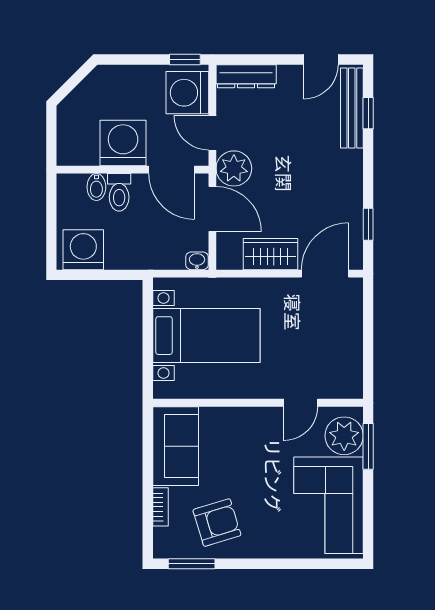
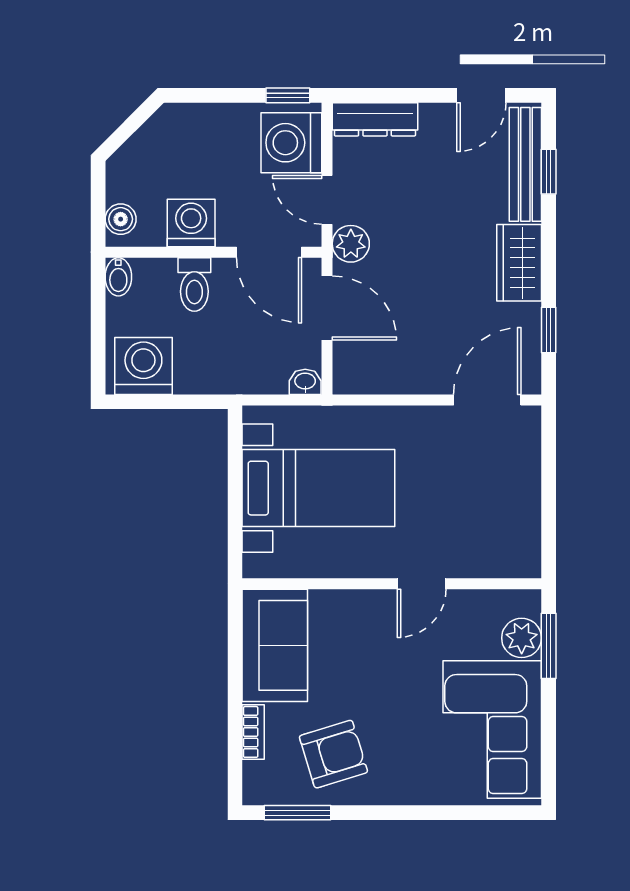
washing machine: (123, 143) -> (191, 223), width x0.73, depth x0.73
boiler: (67, 146) -> (121, 219), added
plant: (234, 168) -> (351, 244), width x0.73, depth x0.73
bidet: (96, 187) -> (118, 277), moved
wardrobe: (270, 254) -> (519, 263), moved, turned -90
door: (301, 403) -> (422, 584), moved
plant: (344, 436) -> (522, 638), width x0.73, depth x0.73

